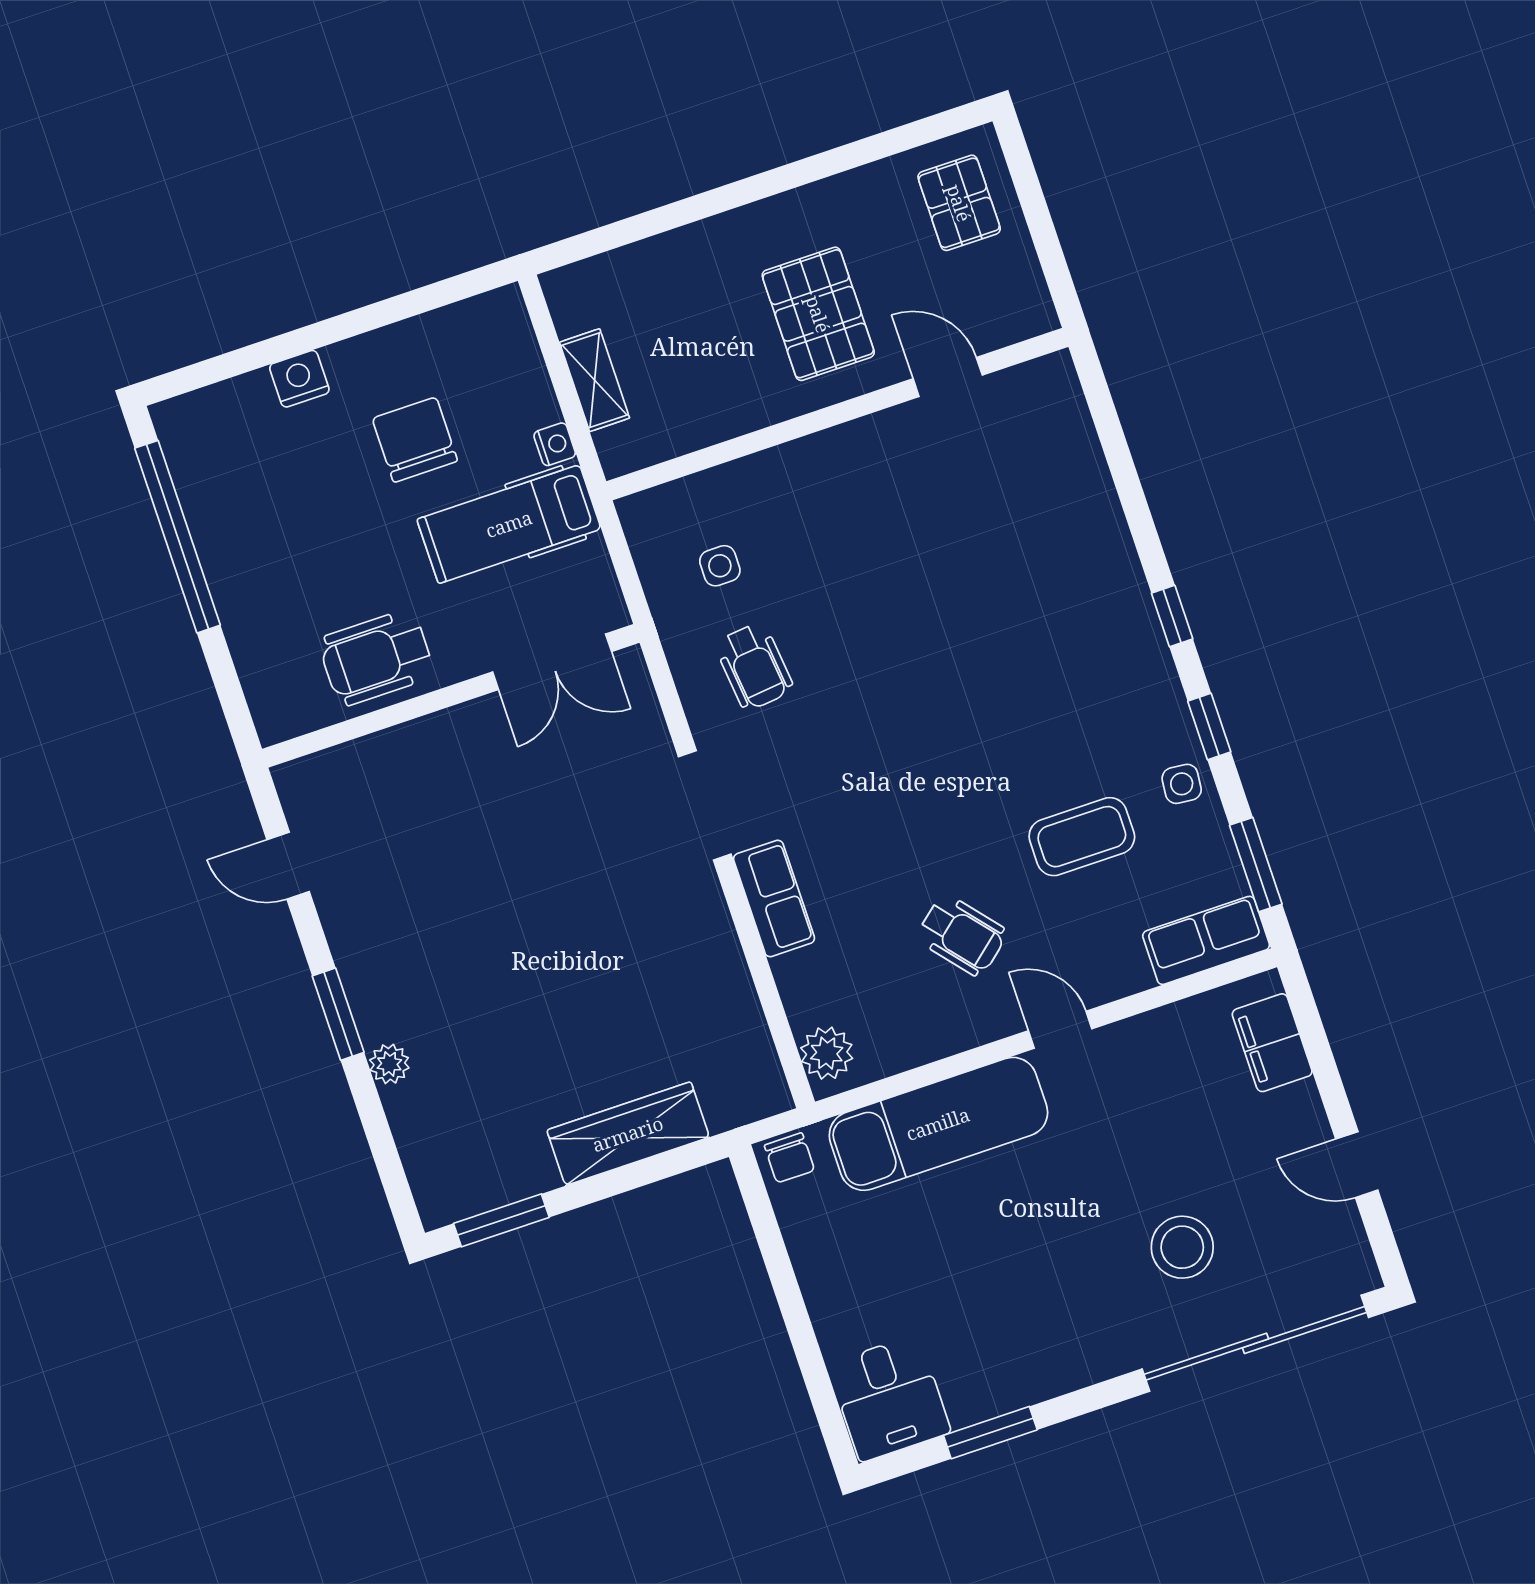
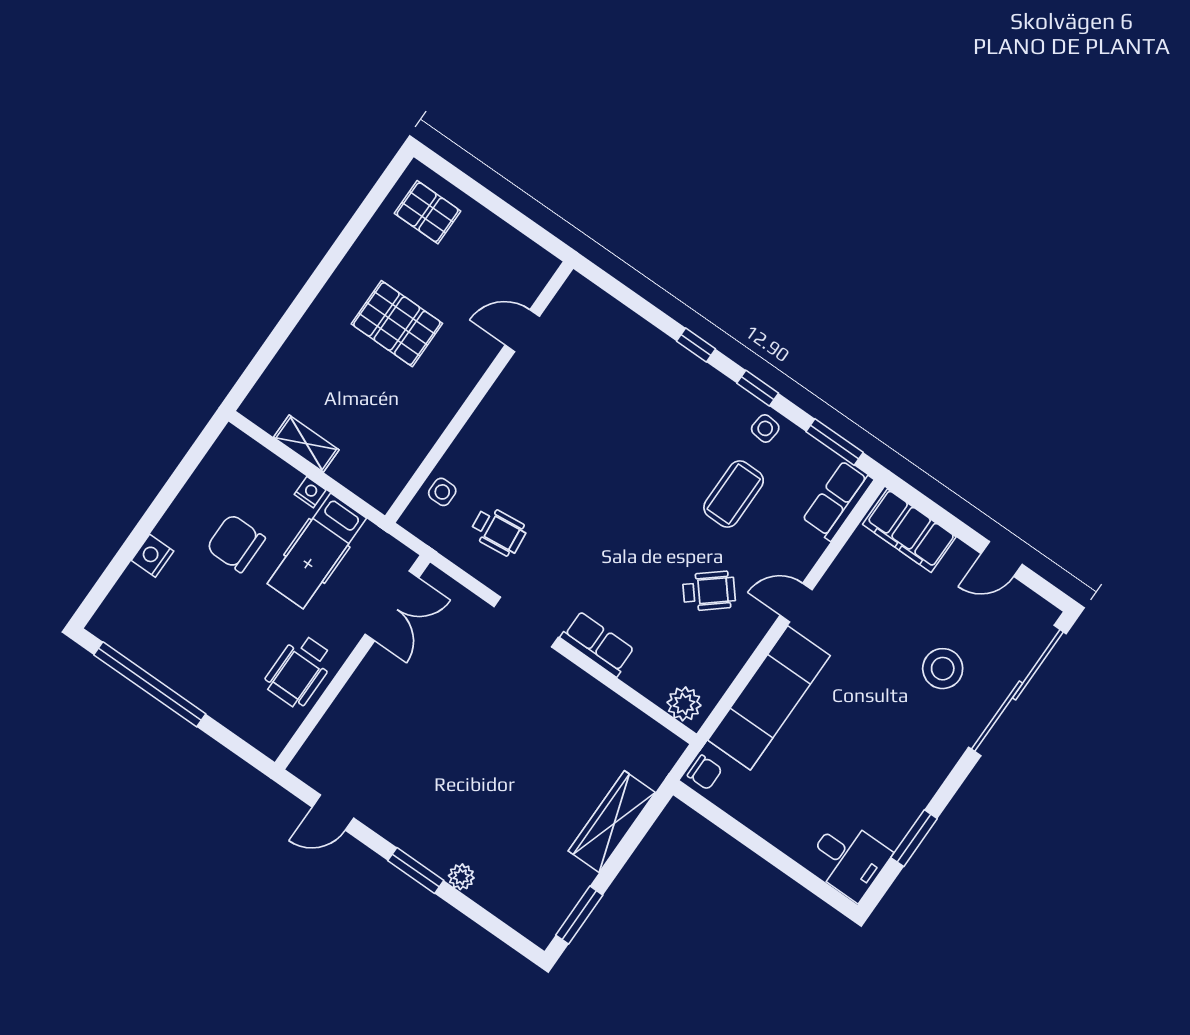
door: (948, 377) -> (522, 331), moved
wall: (837, 414) -> (479, 392), moved
filing cabinet: (1272, 1043) -> (909, 531), width x1.50, depth x1.17

